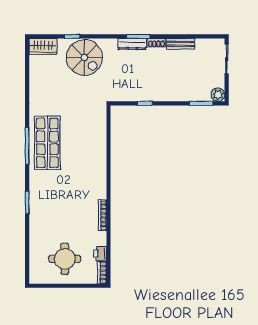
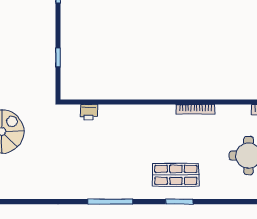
shop shelf: (47, 143) -> (176, 175), moved, width x0.70, depth x0.74
printer: (100, 253) -> (89, 112), moved

